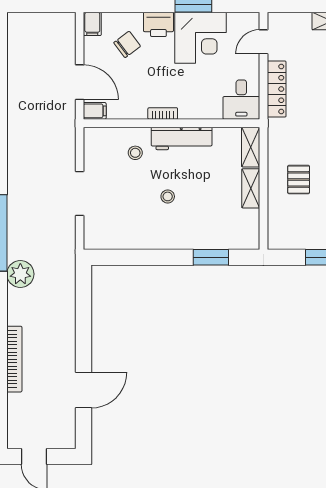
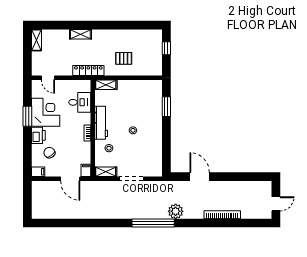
door: (80, 82) -> (70, 179), swing flipped
locker: (277, 89) -> (88, 70), moved
desk: (241, 100) -> (80, 102), moved
shelving: (251, 188) -> (106, 172), moved
door: (83, 390) -> (200, 177), moved

